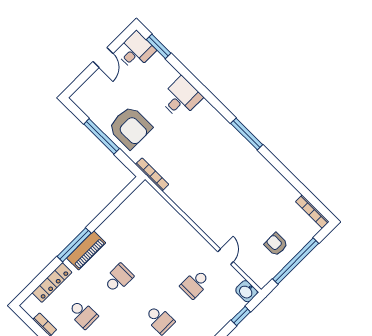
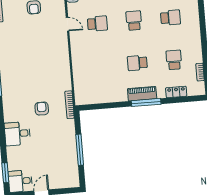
armchair: (130, 127) -> (42, 109), moved, width x0.53, depth x0.53
door: (226, 257) -> (68, 24), swing flipped
locker: (52, 283) -> (176, 92), width x0.66

